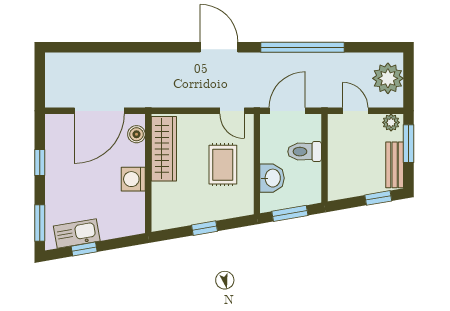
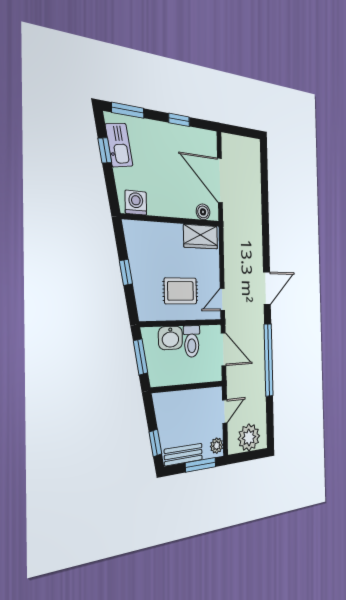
wardrobe: (164, 149) -> (201, 237), width x0.67
toilet: (305, 152) -> (192, 341), moved, turned 180
washing machine: (133, 179) -> (136, 203), moved

